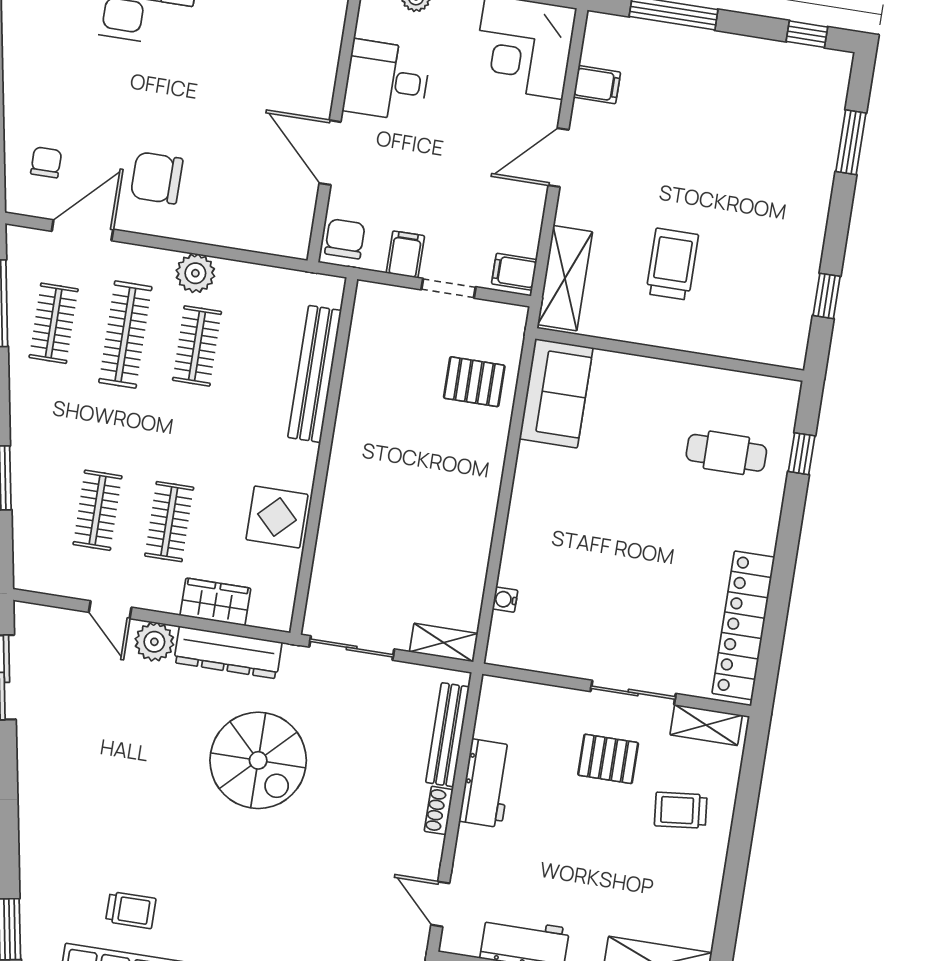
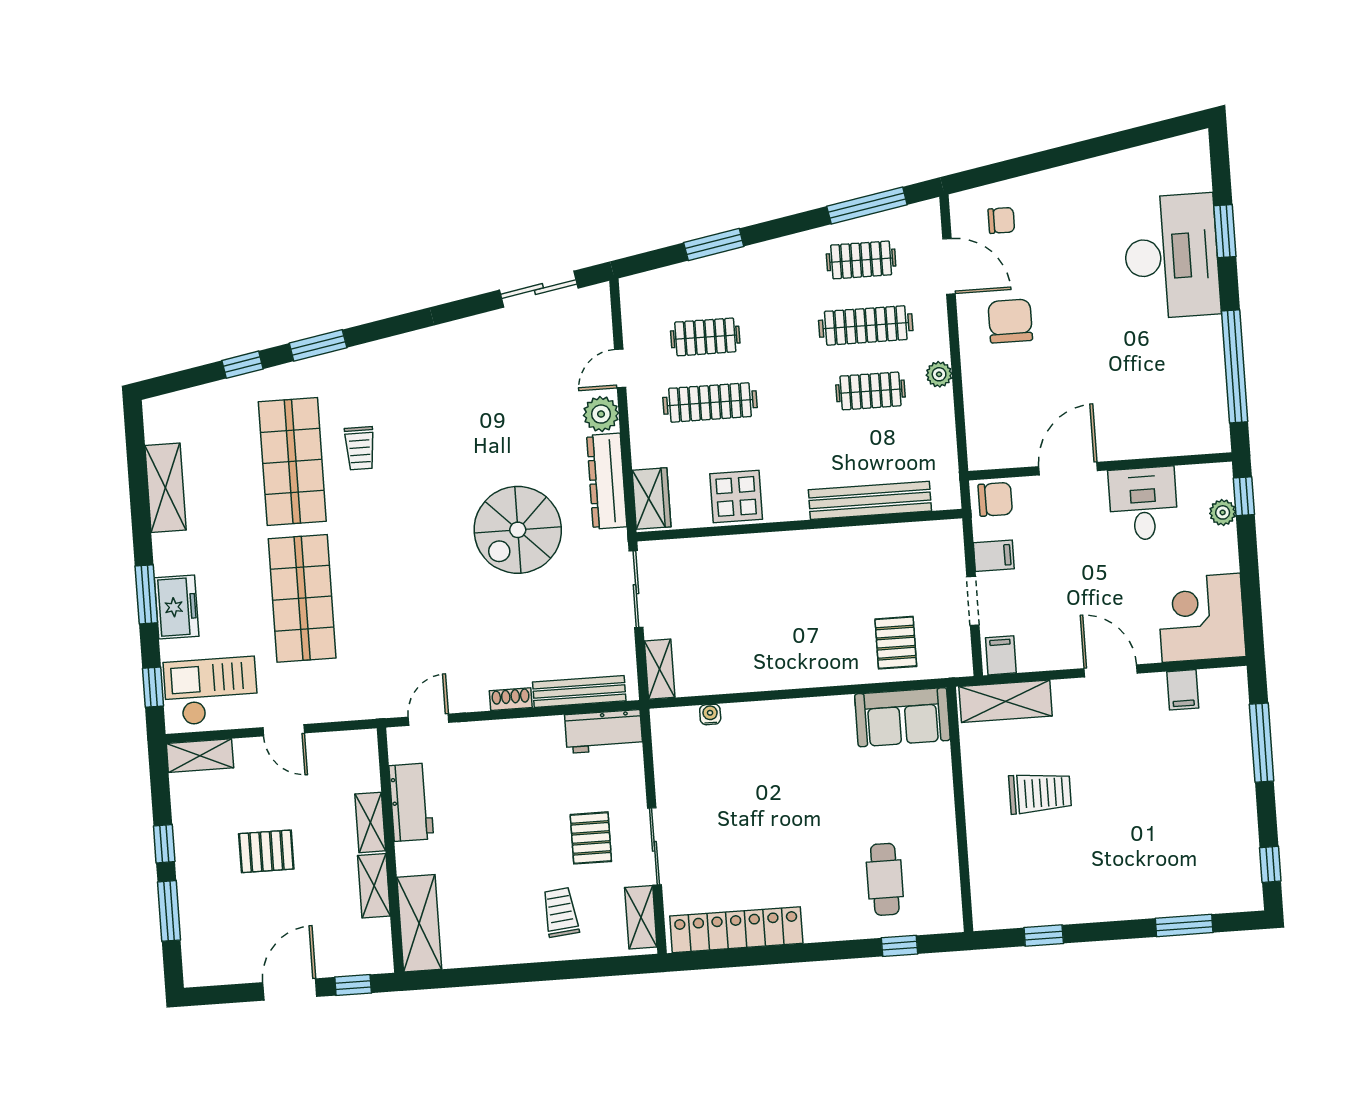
plant: (195, 273) -> (939, 374), width x0.73, depth x0.73
clothes rail: (169, 522) -> (710, 402), width x1.36
wardrobe: (215, 602) -> (651, 498), moved
workbench: (486, 783) -> (604, 731), moved

